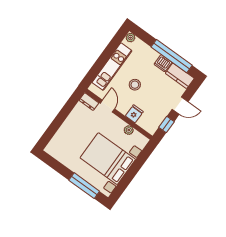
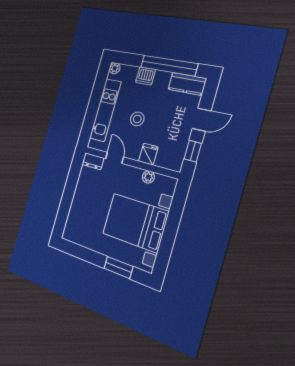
dishwasher: (163, 63) -> (146, 76), moved
window: (84, 186) -> (118, 267), width x0.69

